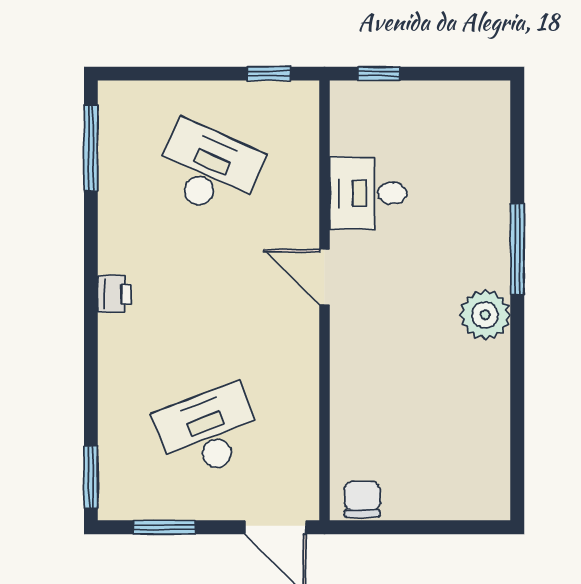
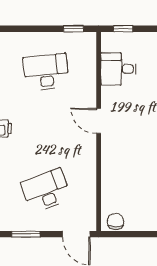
desk: (209, 169) -> (46, 72), turned -30
desk: (368, 193) -> (118, 69), moved

